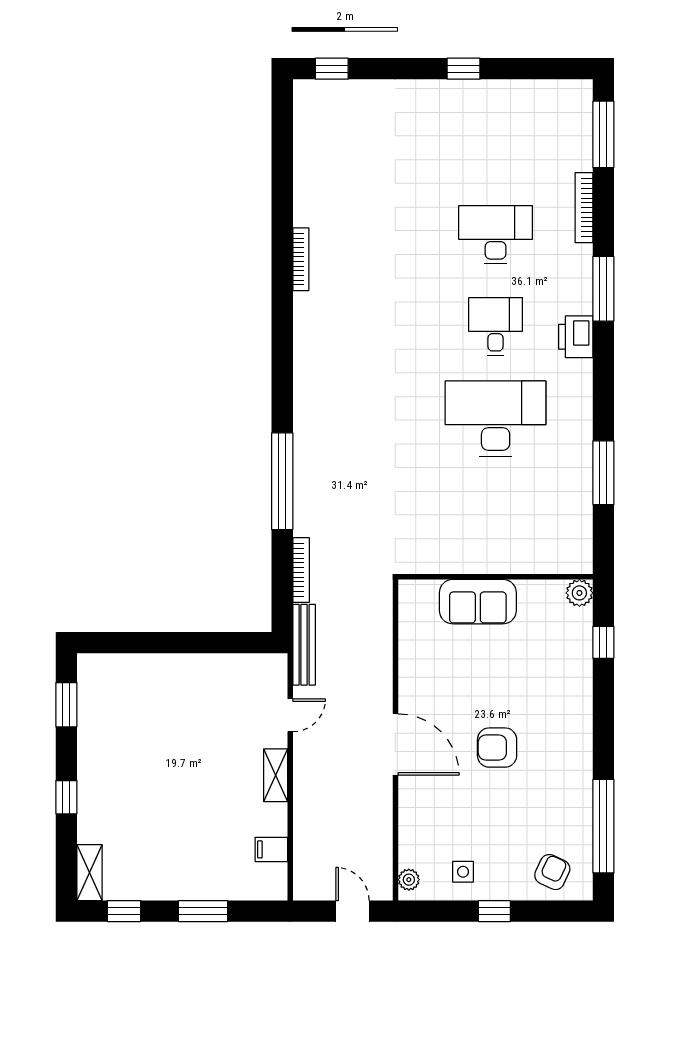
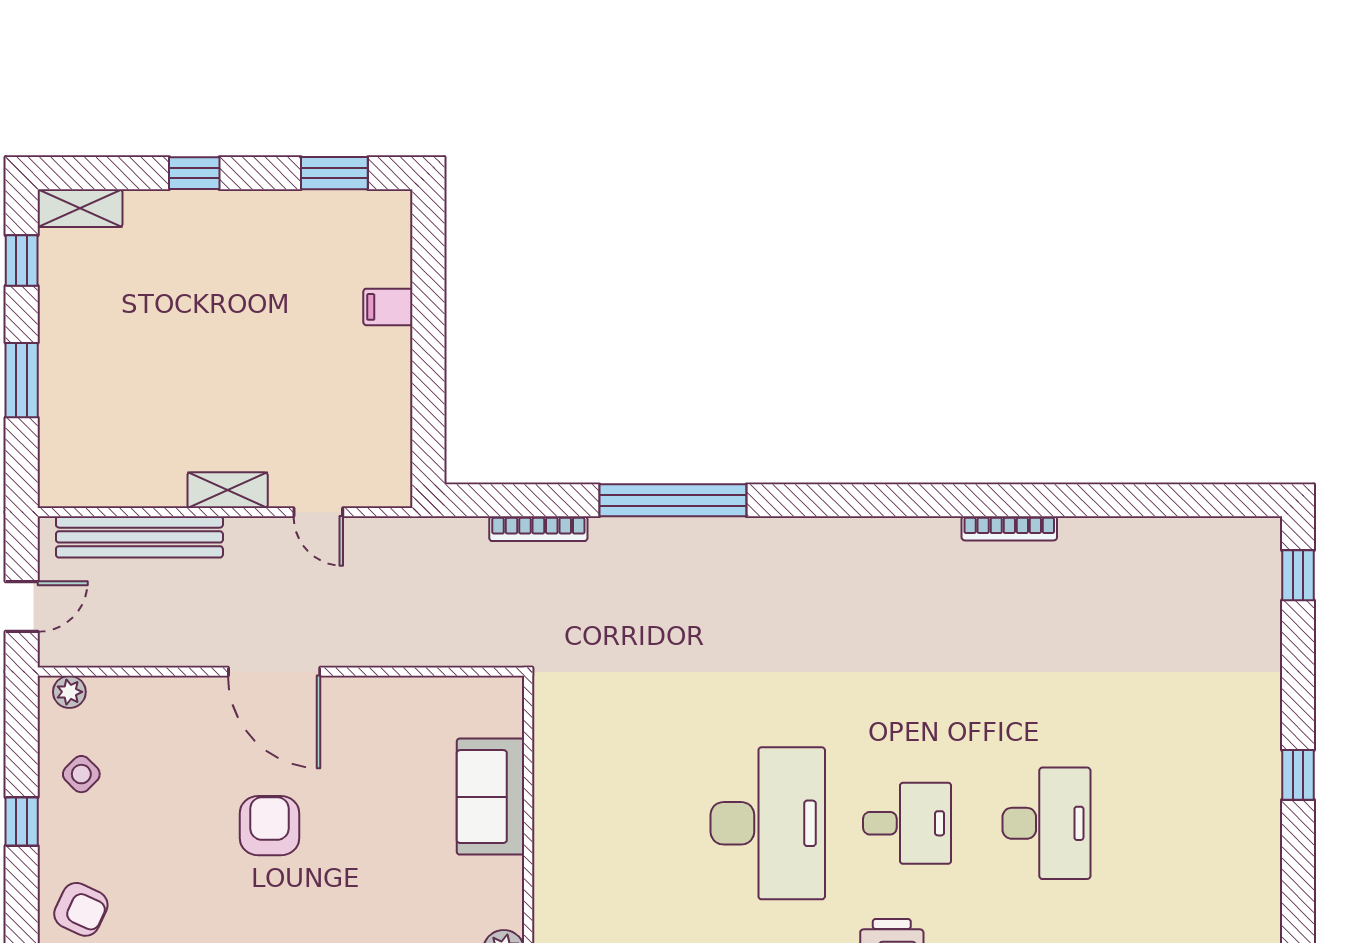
bench: (304, 645) -> (139, 537), moved, width x1.37, depth x1.21
door: (395, 745) -> (274, 672), hinge flipped
filing cabinet: (271, 849) -> (388, 307), moved, turned -90
side table: (463, 872) -> (81, 774), turned 45

